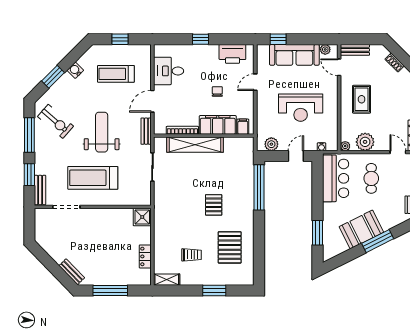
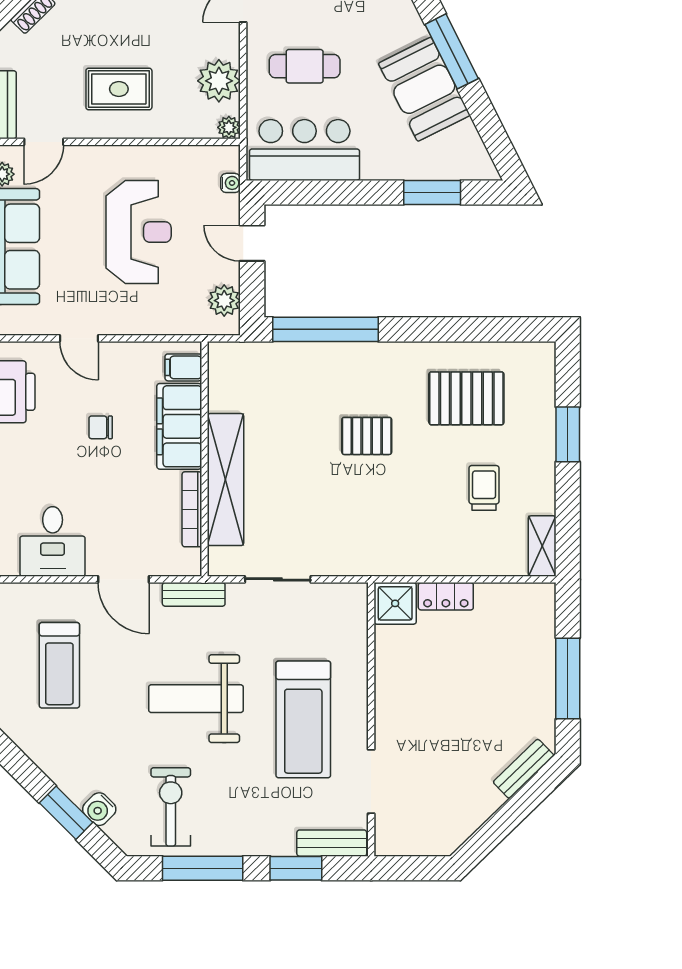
water cooler: (75, 70) -> (99, 809), moved
exercise bike: (55, 121) -> (171, 807), turned -41
locker: (145, 256) -> (446, 596), moved

